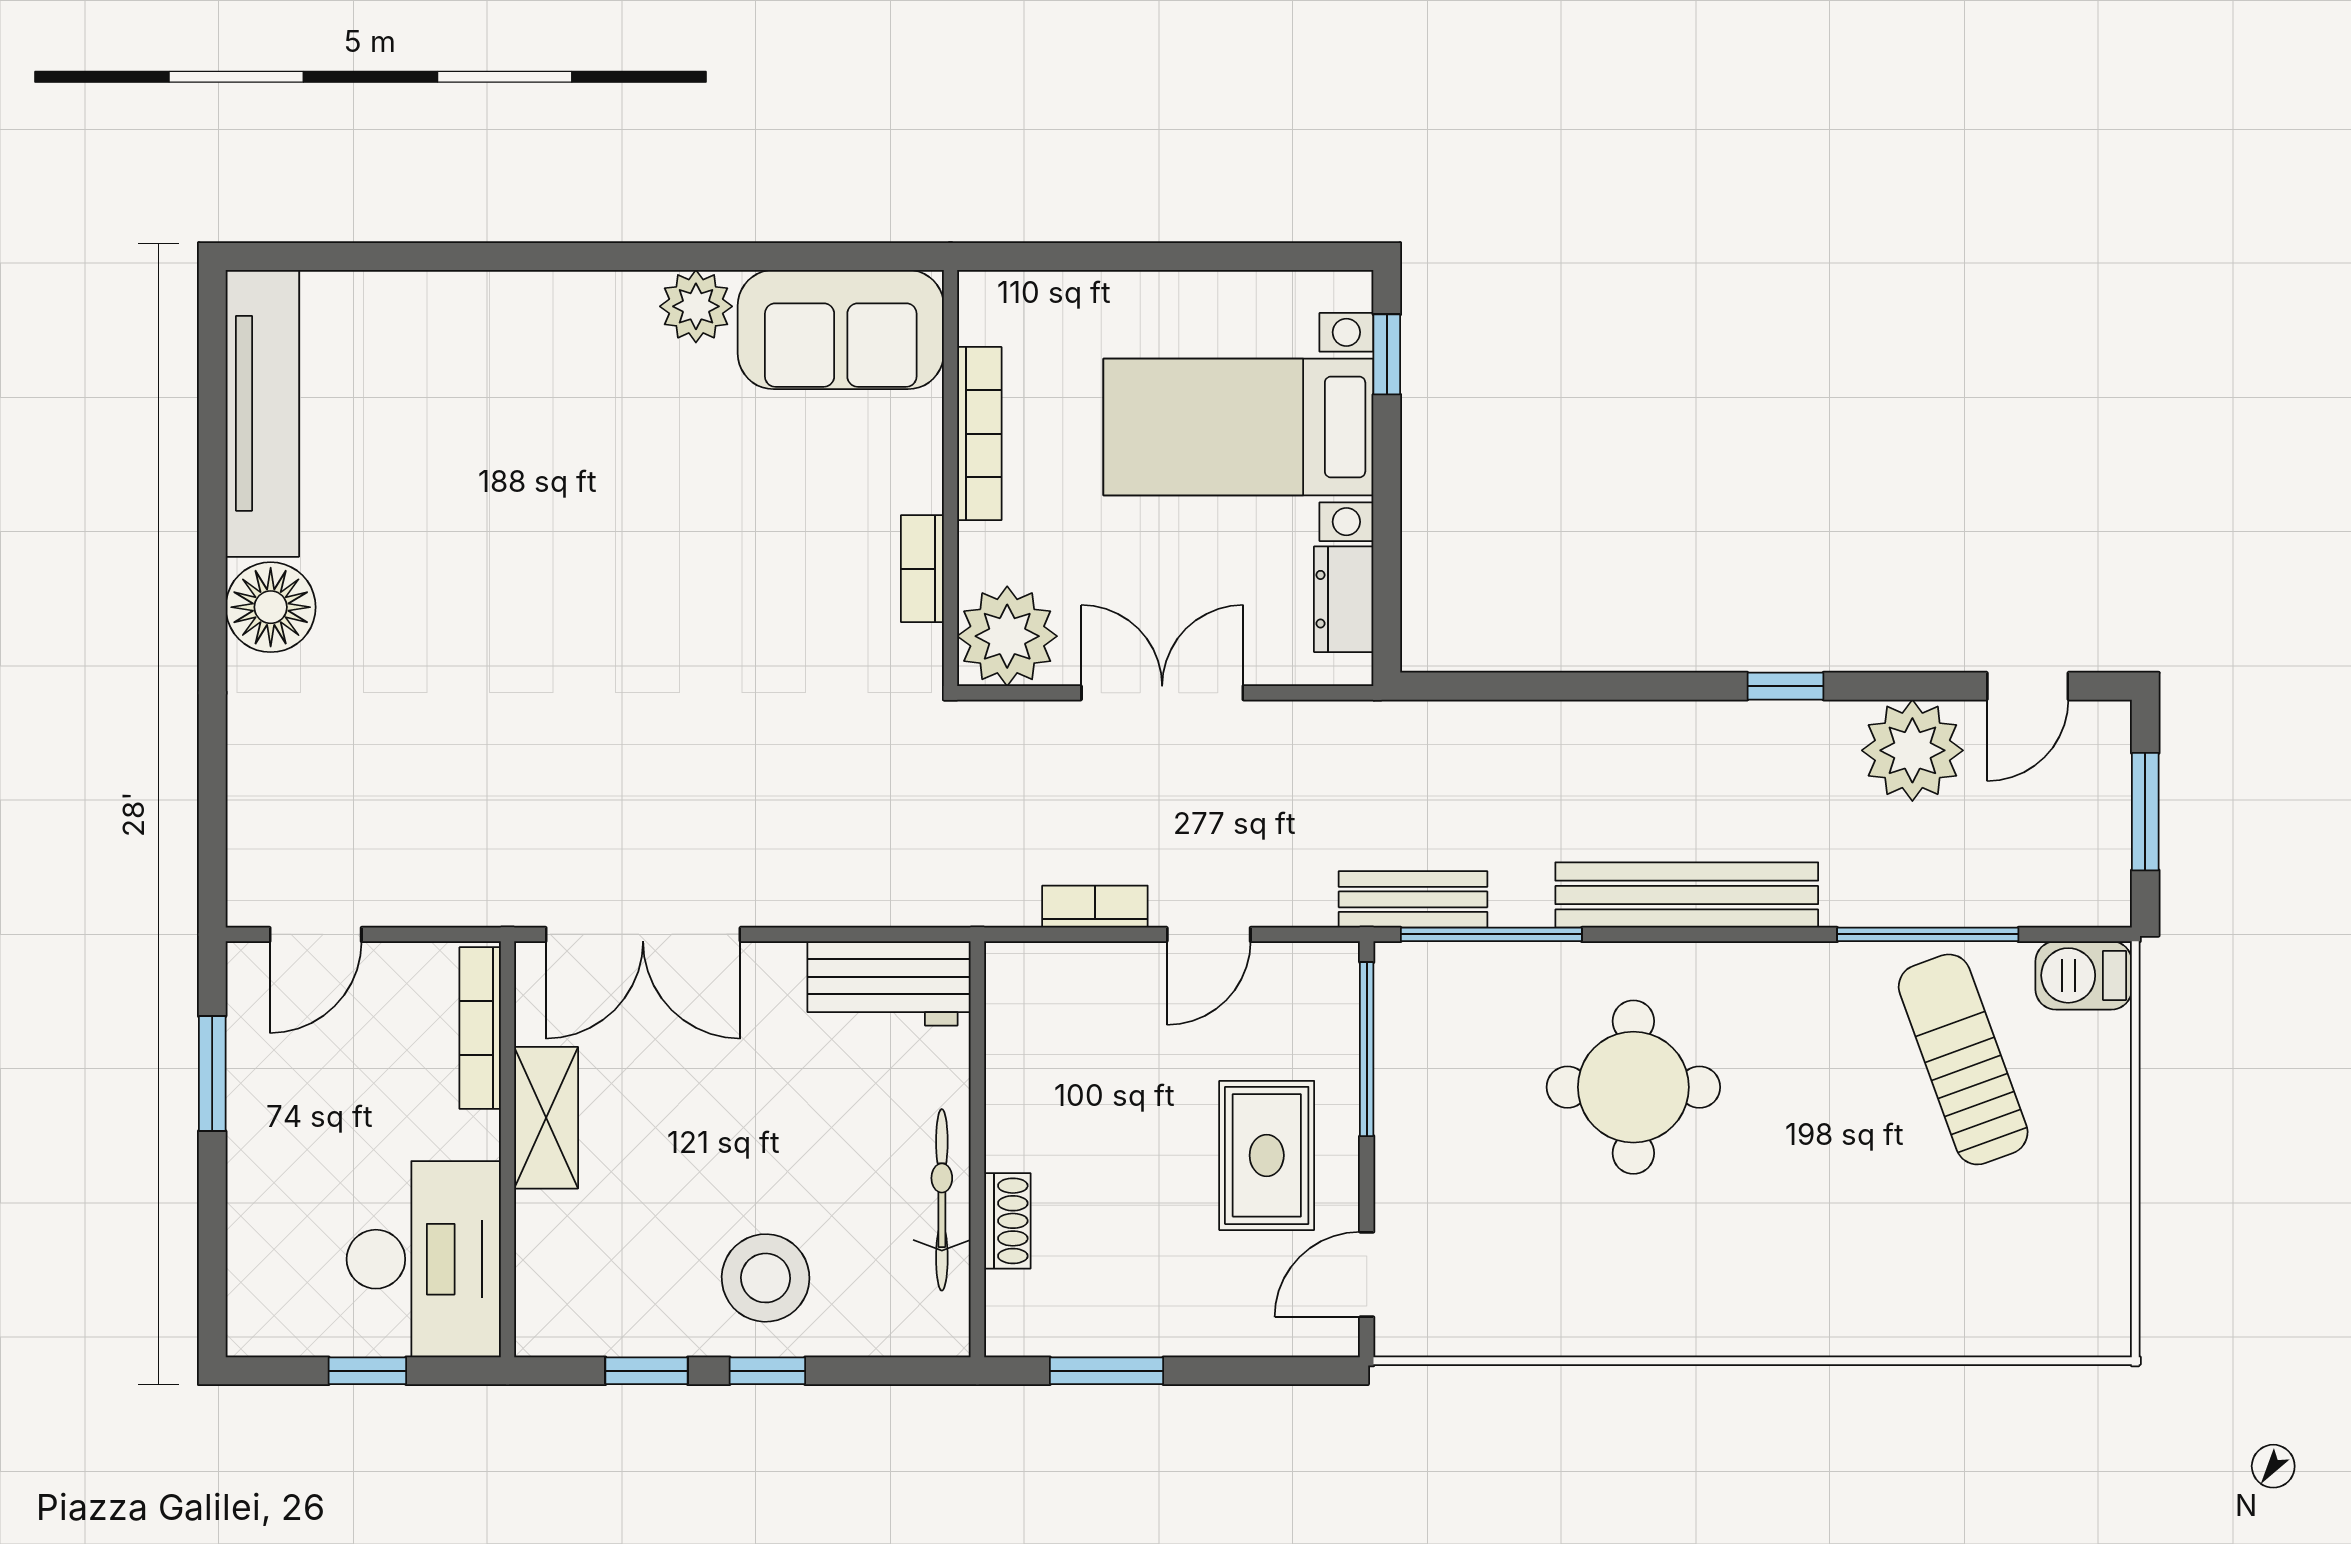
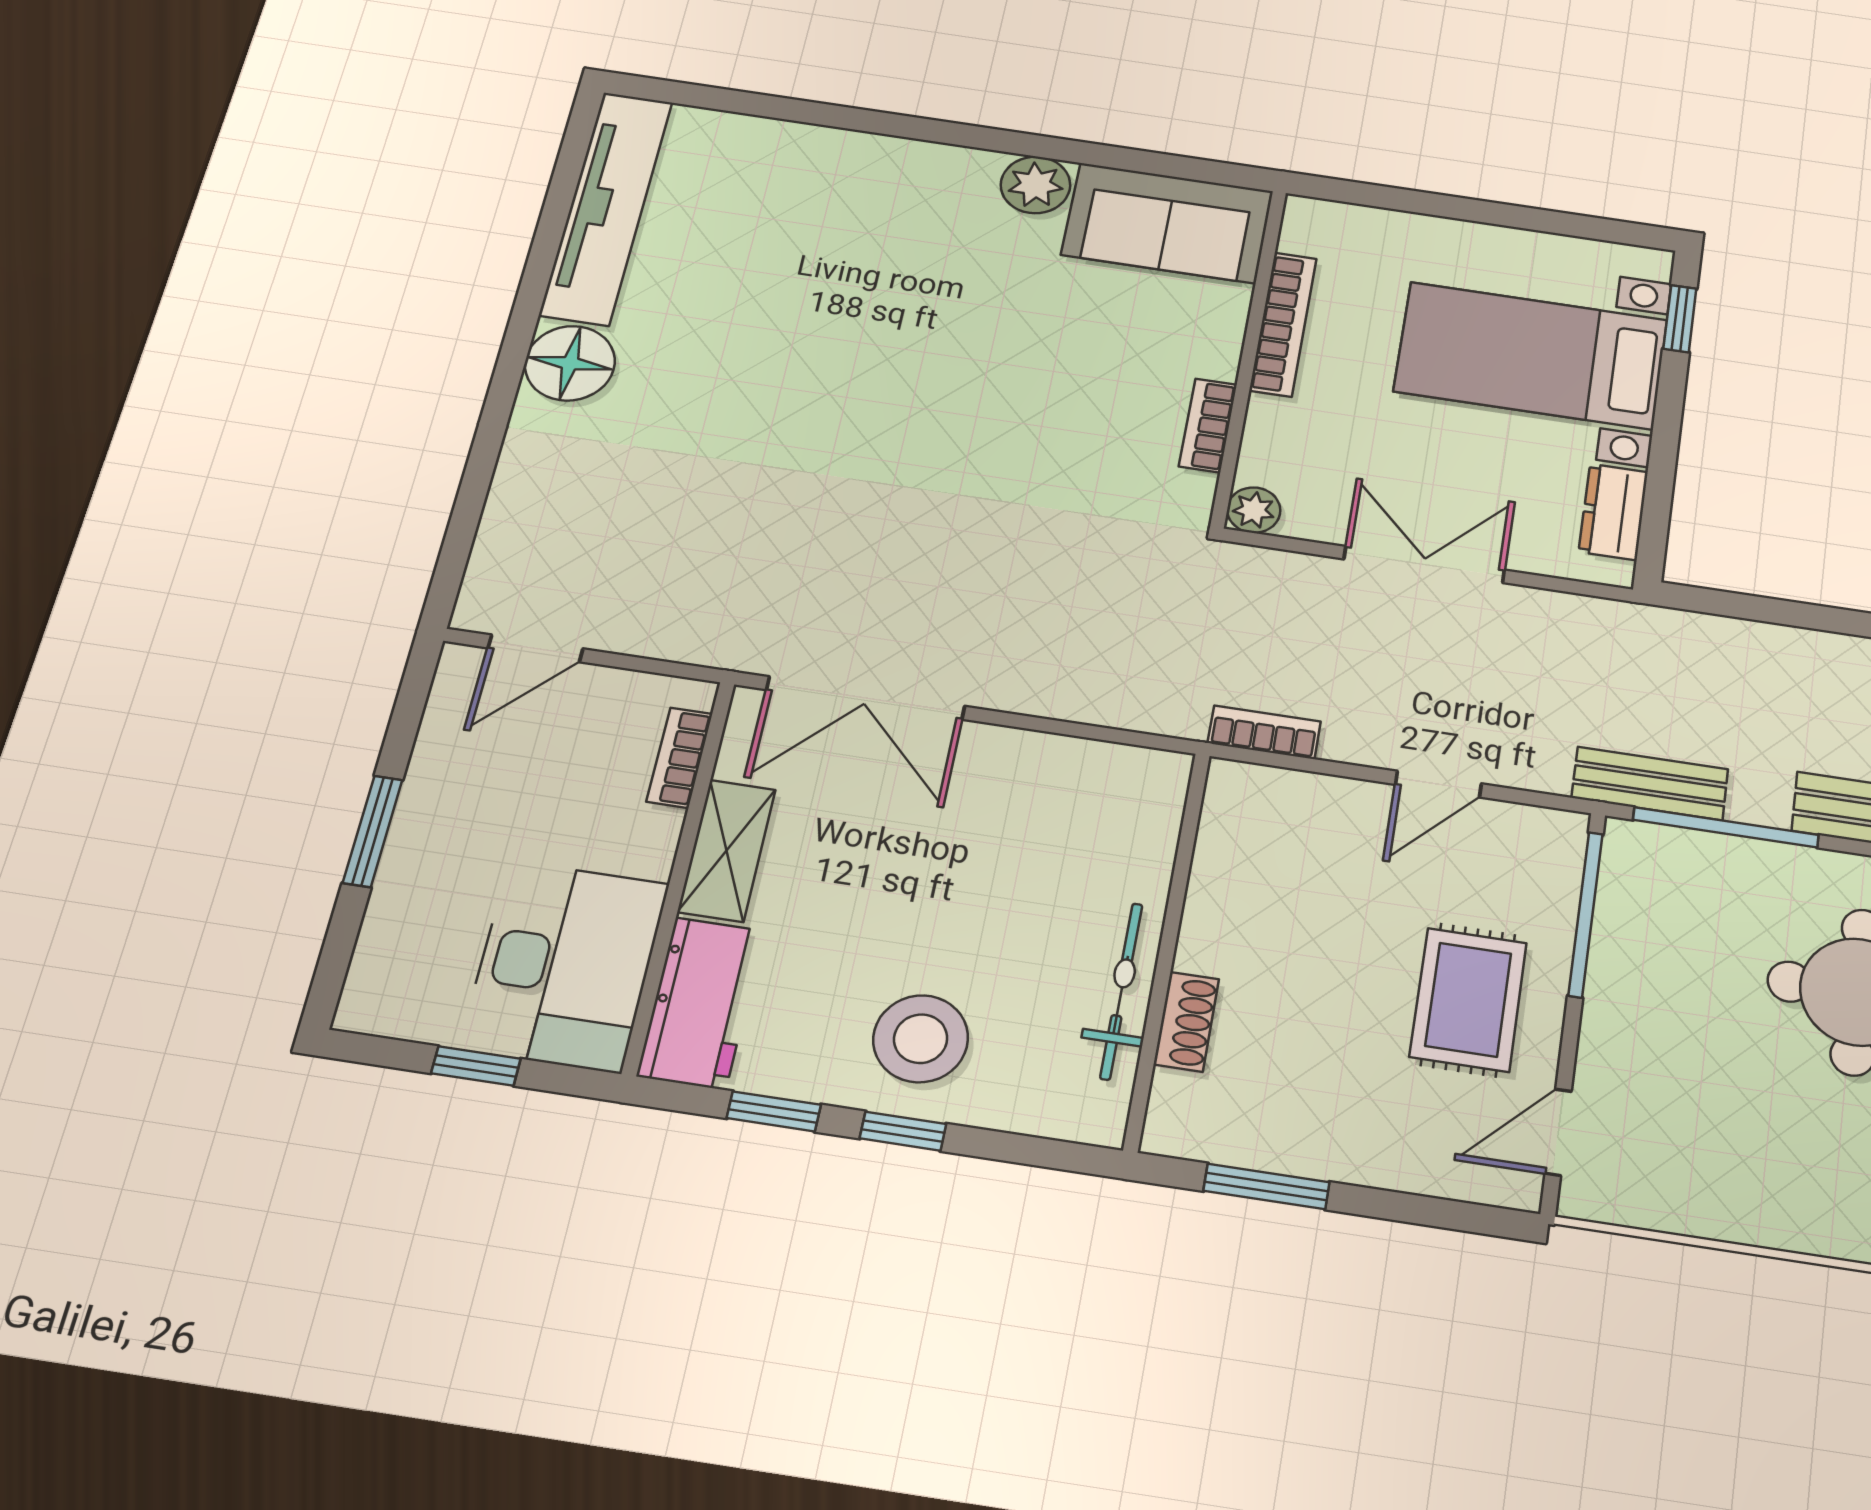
plant: (1007, 636) -> (1254, 510), width x0.53, depth x0.53
bookcase: (1095, 907) -> (1264, 732), moved
workbench: (889, 983) -> (700, 1003), moved, turned -90
bookcase: (480, 1028) -> (680, 758), width x0.64
window: (212, 1074) -> (373, 831), moved

